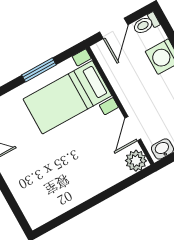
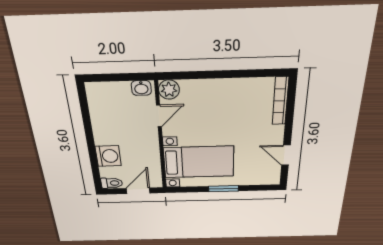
window: (39, 70) -> (223, 189), moved
bookcase: (25, 204) -> (280, 101), added

